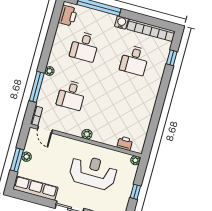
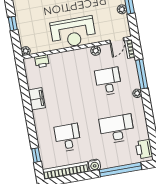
desk: (84, 47) -> (117, 129), width x1.37
filing cabinet: (146, 110) -> (37, 99), added
door: (45, 129) -> (117, 41), swing flipped
plant: (87, 134) -> (96, 51), moved
reception desk: (93, 172) -> (73, 32), moved

